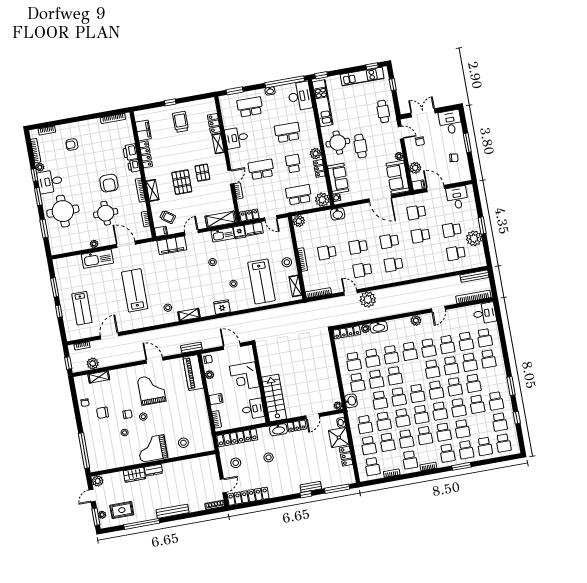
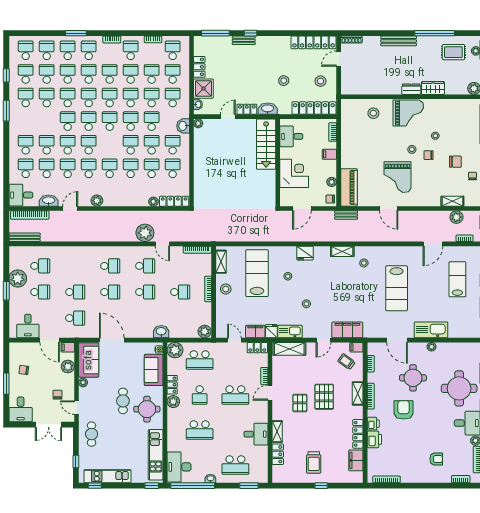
washbasin: (379, 327) -> (49, 201), moved
door: (232, 346) -> (302, 208), hinge flipped
school desk: (473, 383) -> (47, 74), moved

